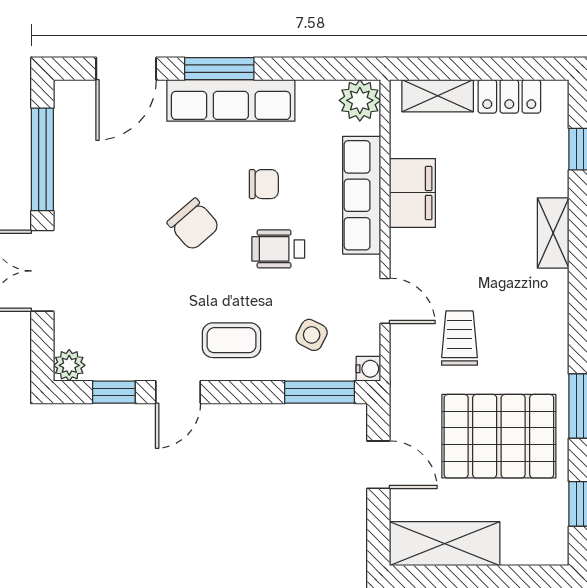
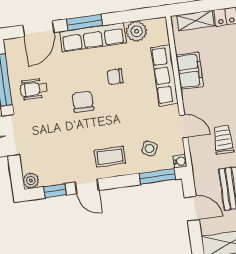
plant: (360, 100) -> (137, 31), moved
chair: (264, 184) -> (115, 77), turned 180
chair: (193, 224) -> (83, 102), turned -139
wheelchair: (278, 249) -> (34, 89), moved
door: (178, 392) -> (87, 186), hinge flipped

